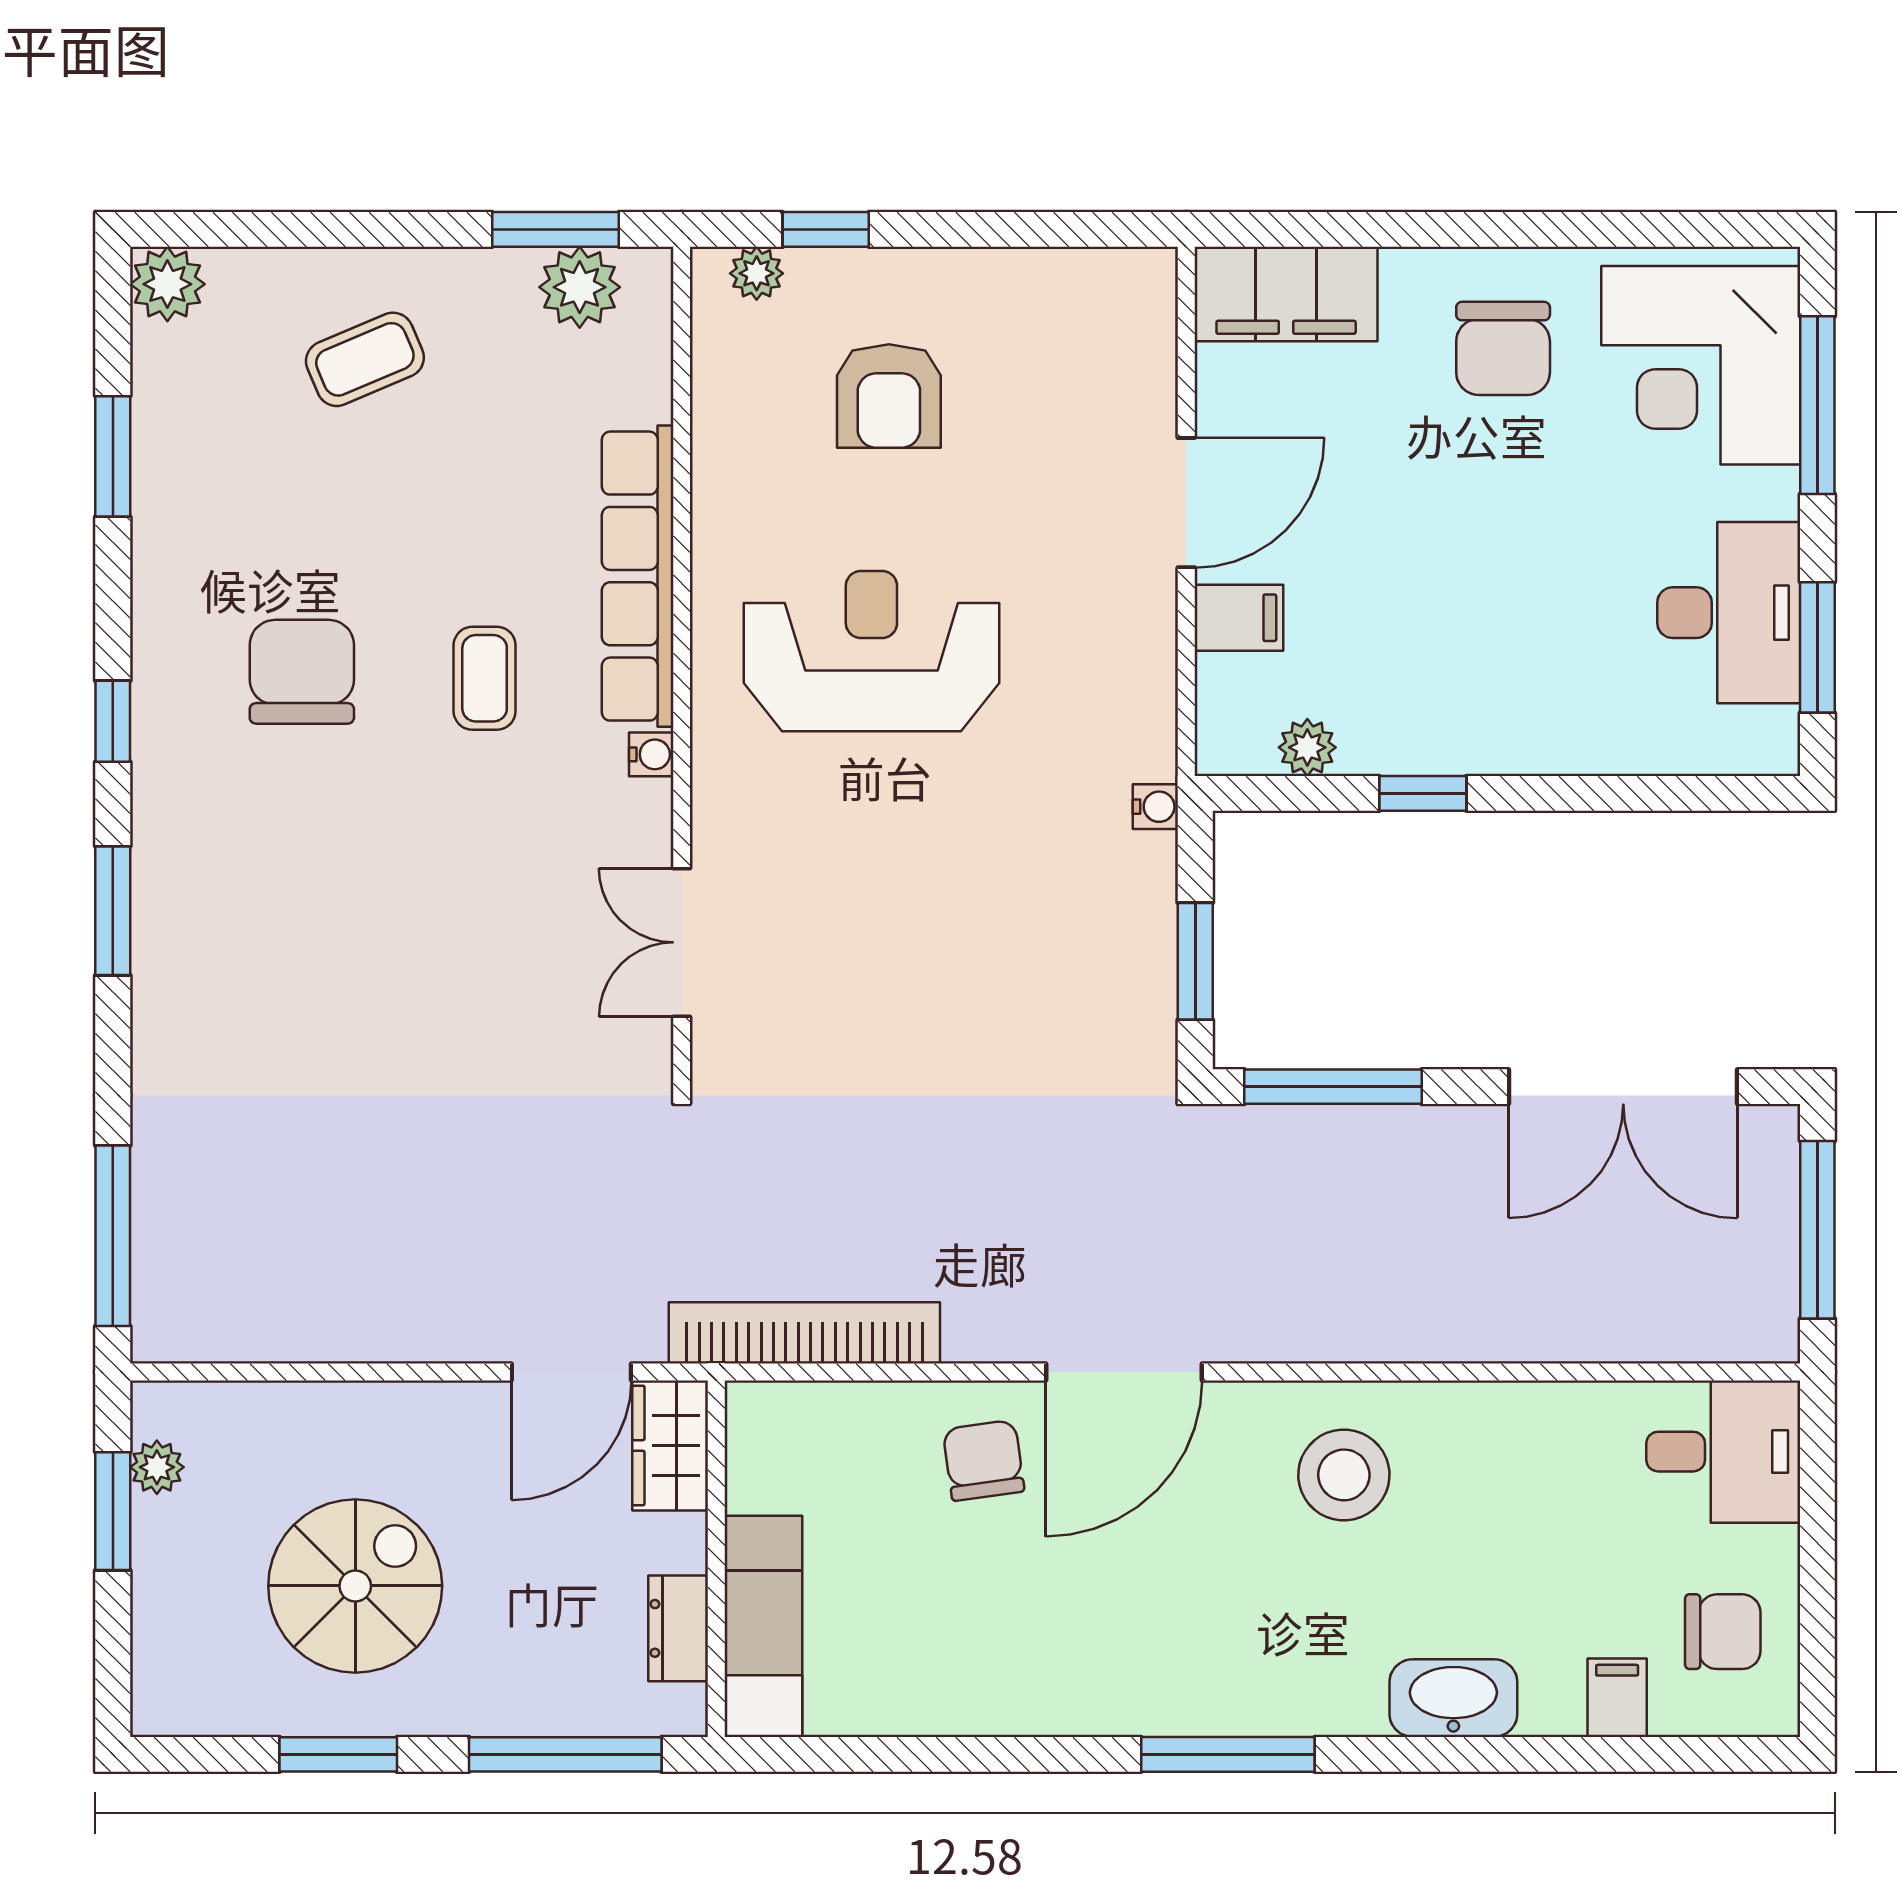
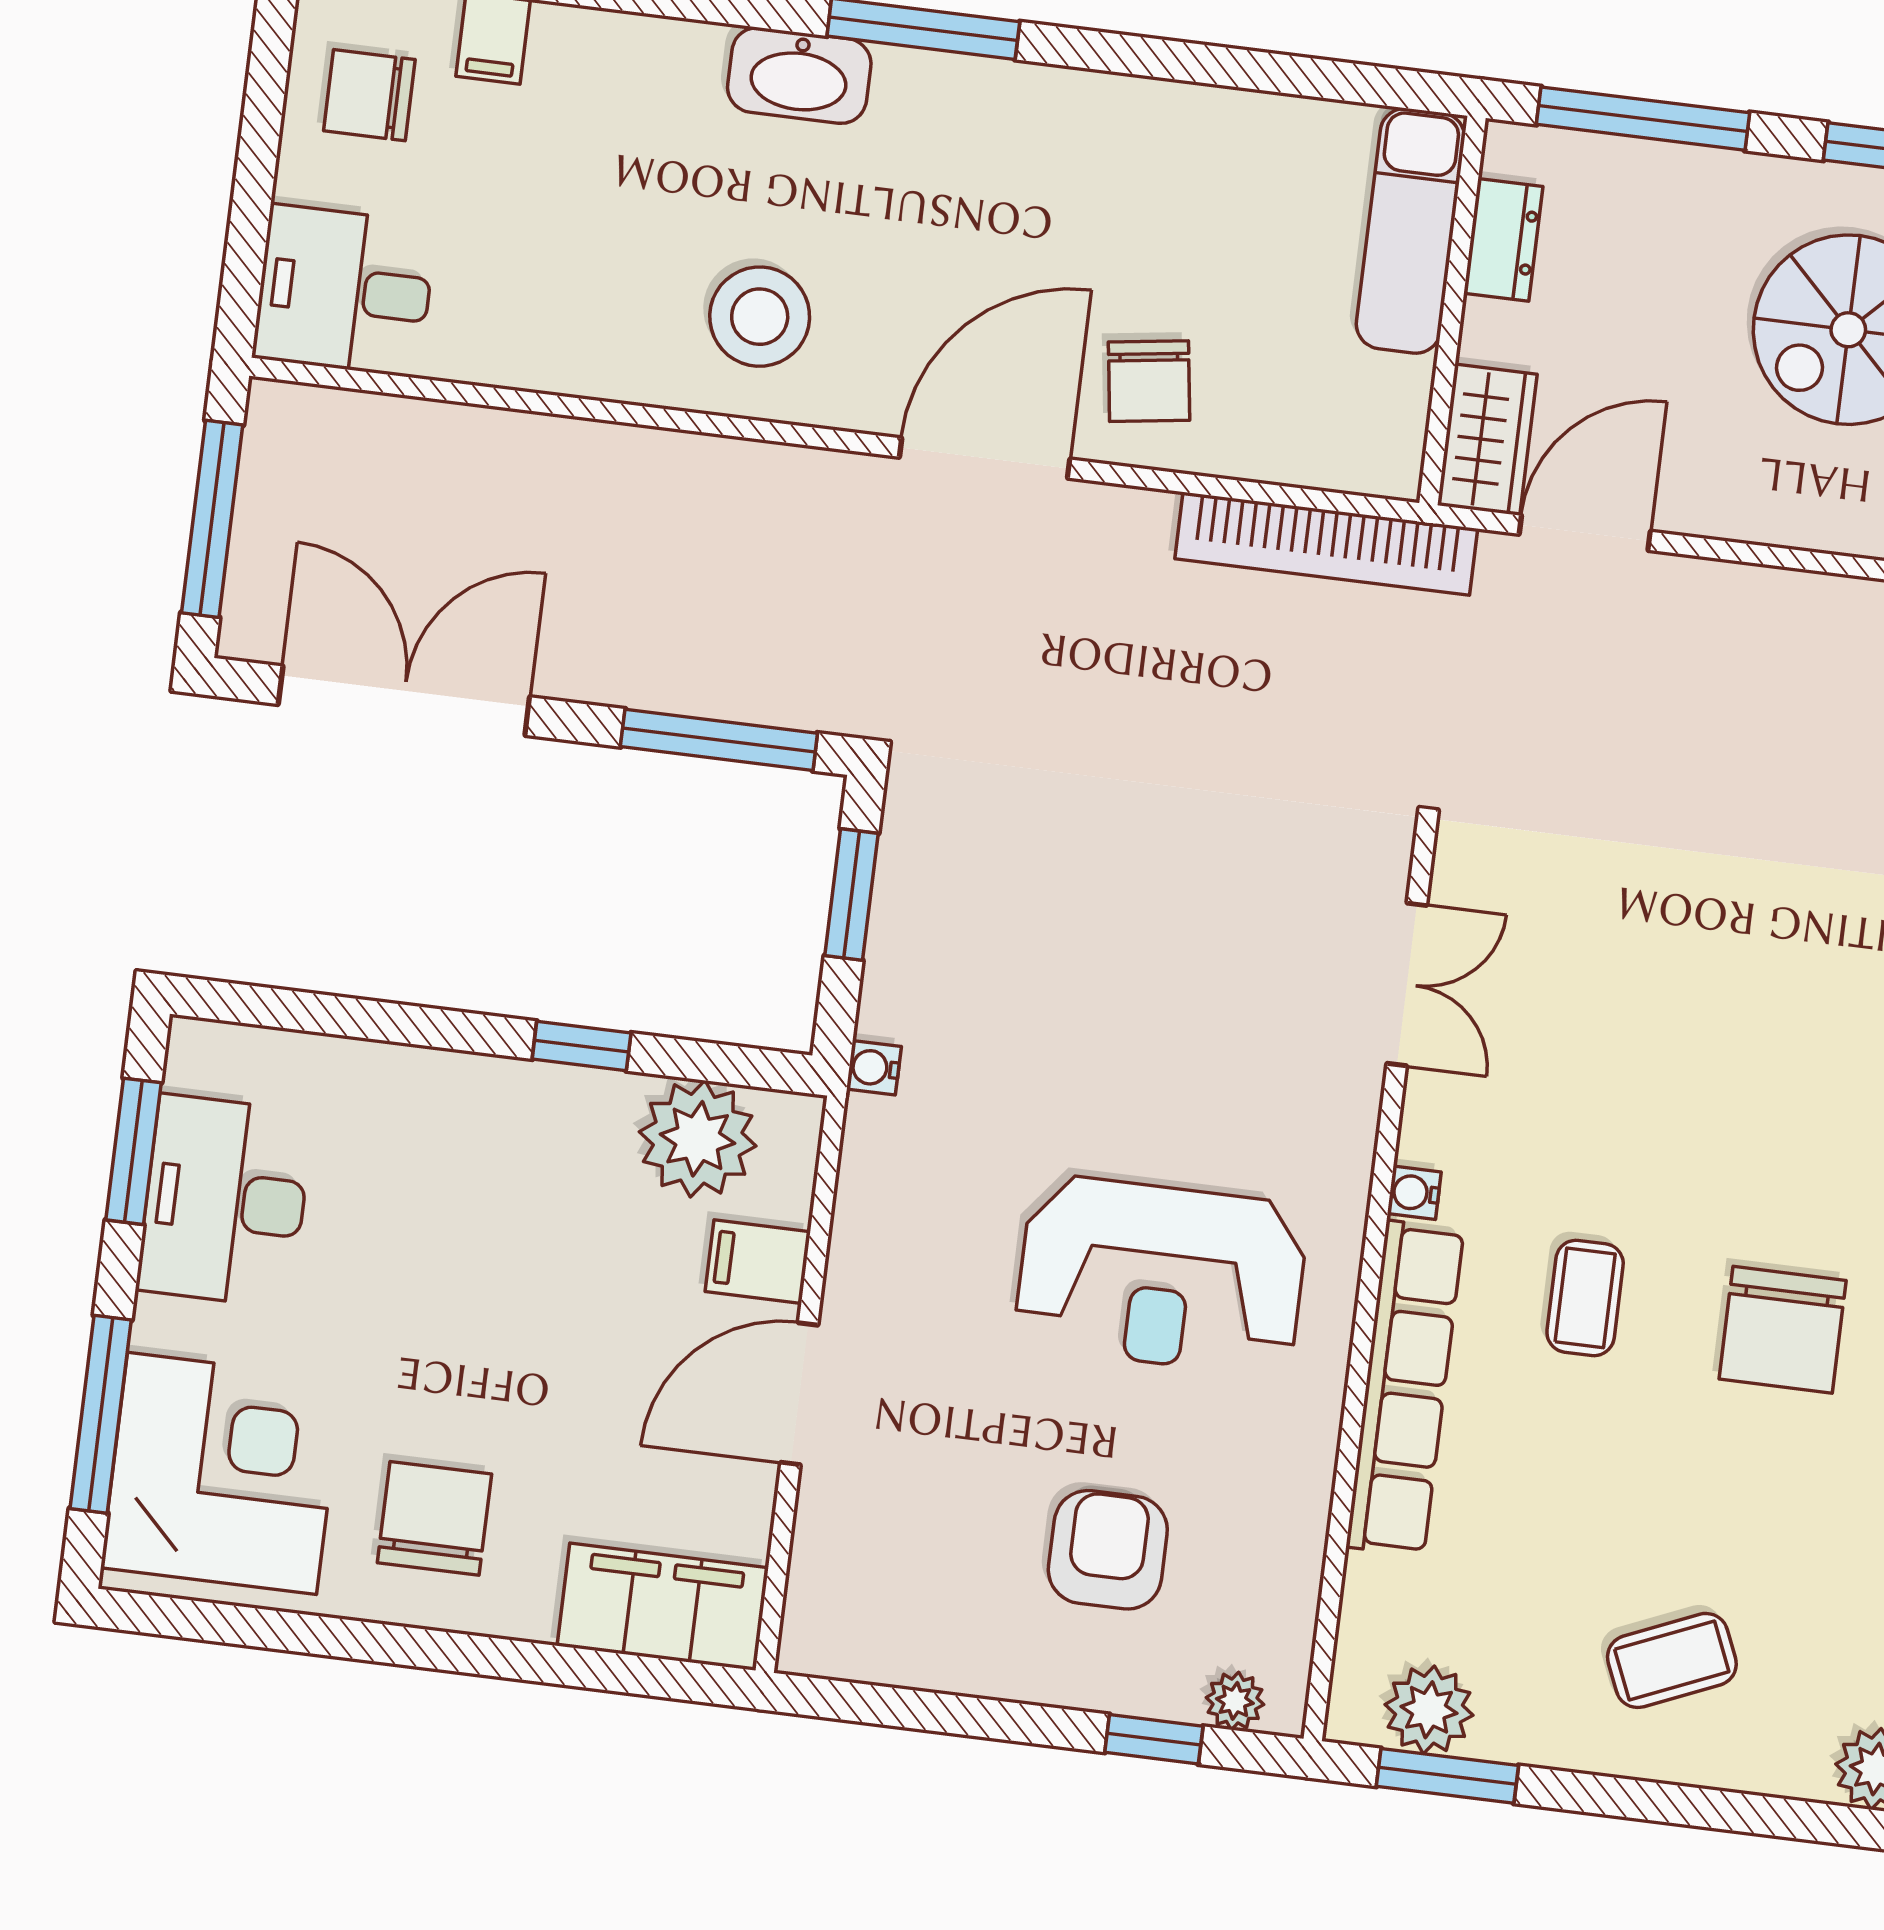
plant: (1307, 747) -> (698, 1139), width x1.88, depth x1.88
washbasin: (1453, 1698) -> (799, 75), moved

